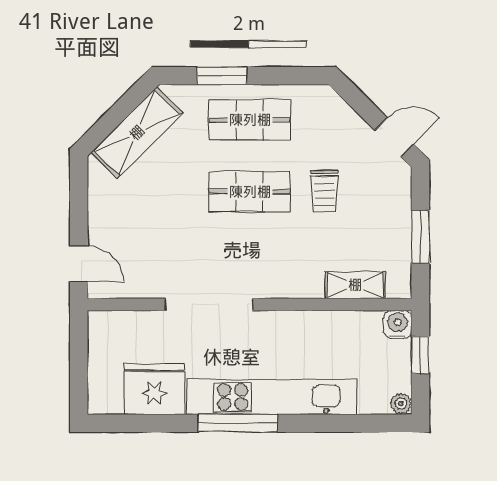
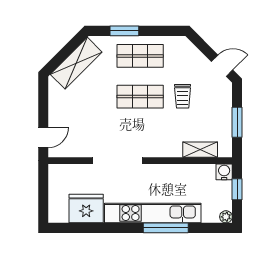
door: (79, 264) -> (43, 137), hinge flipped
window: (238, 423) -> (166, 228), moved

